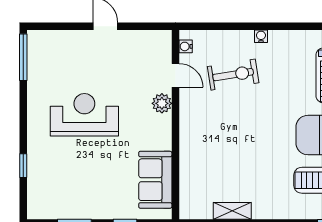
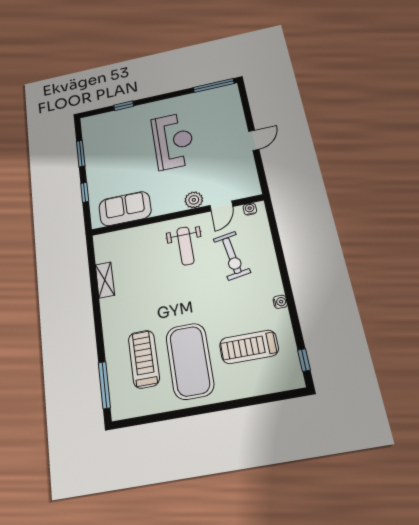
water cooler: (261, 36) -> (280, 302), moved
weight bench: (212, 121) -> (185, 246), added

